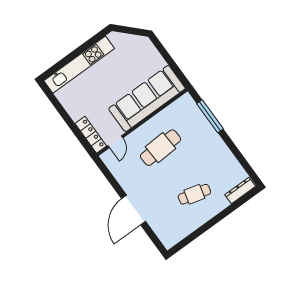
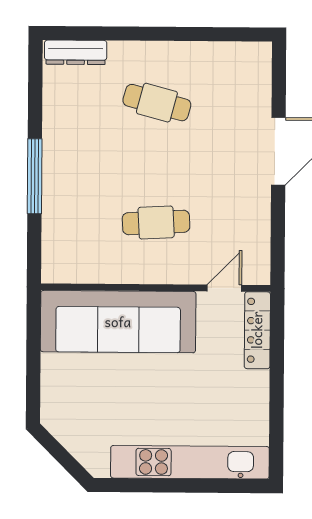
window: (210, 116) -> (35, 176), moved
cafe table: (161, 148) -> (156, 222), width x0.73, depth x0.74

